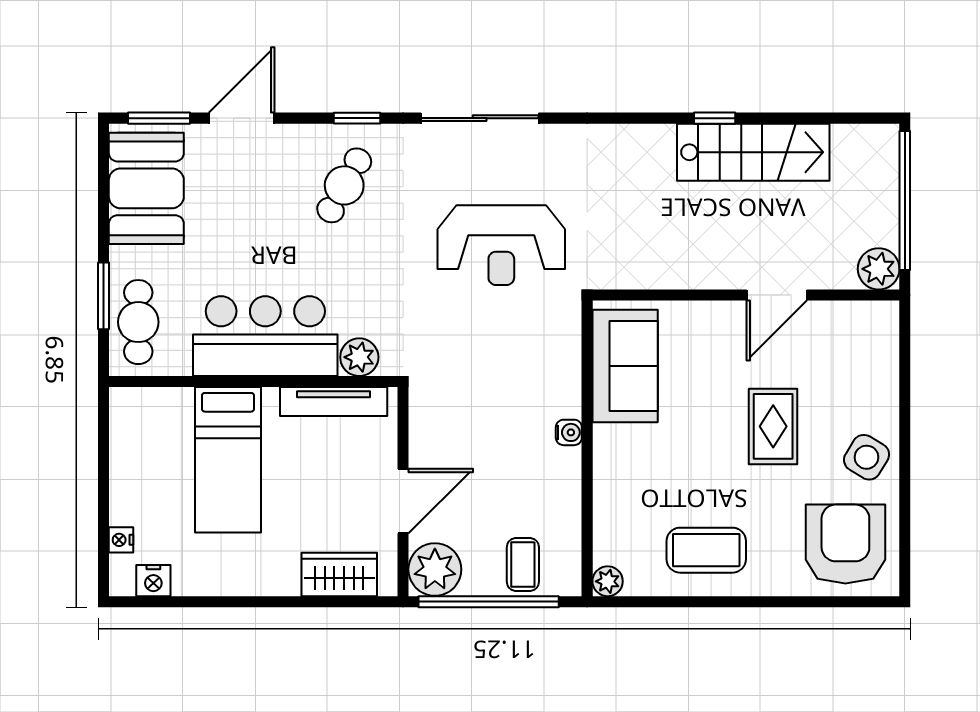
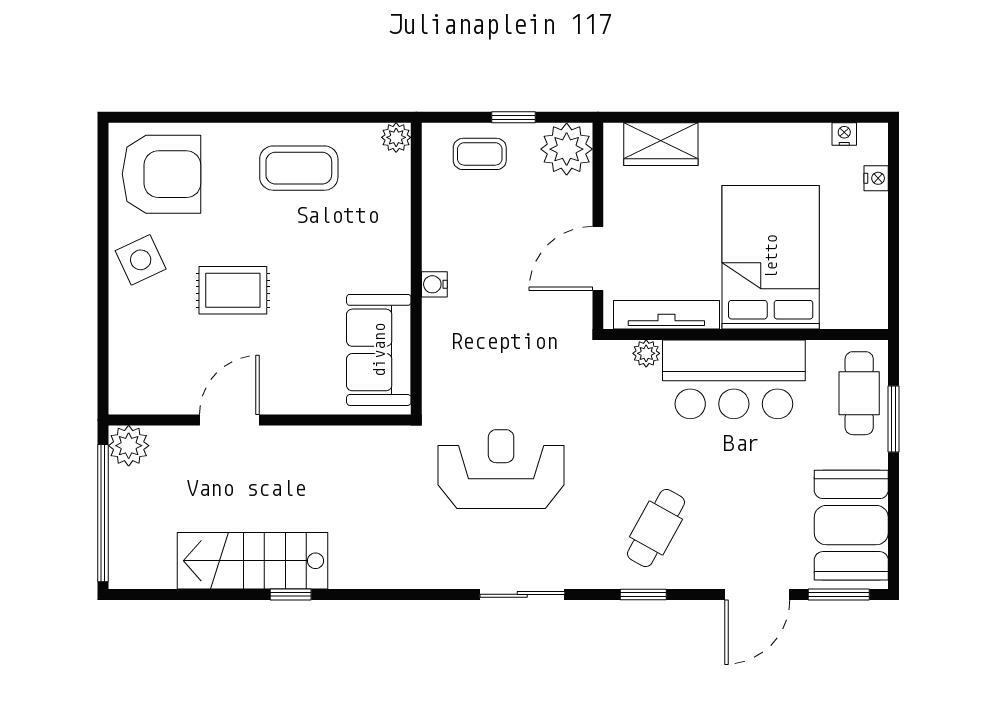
sliding door: (480, 118) -> (522, 594), width x0.73
plant: (359, 357) -> (646, 353), width x0.73, depth x0.73
rug: (773, 426) -> (233, 290), turned 90
side table: (867, 457) -> (141, 260), turned 34
bed: (228, 460) -> (771, 257), width x1.50
door: (403, 501) -> (598, 258), moved
armchair: (845, 544) -> (161, 174), turned -90
coffee table: (523, 565) -> (480, 154), turned 90
nightstand: (153, 581) -> (844, 134), width x0.72, depth x0.74
window: (489, 602) -> (513, 117), width x0.32

